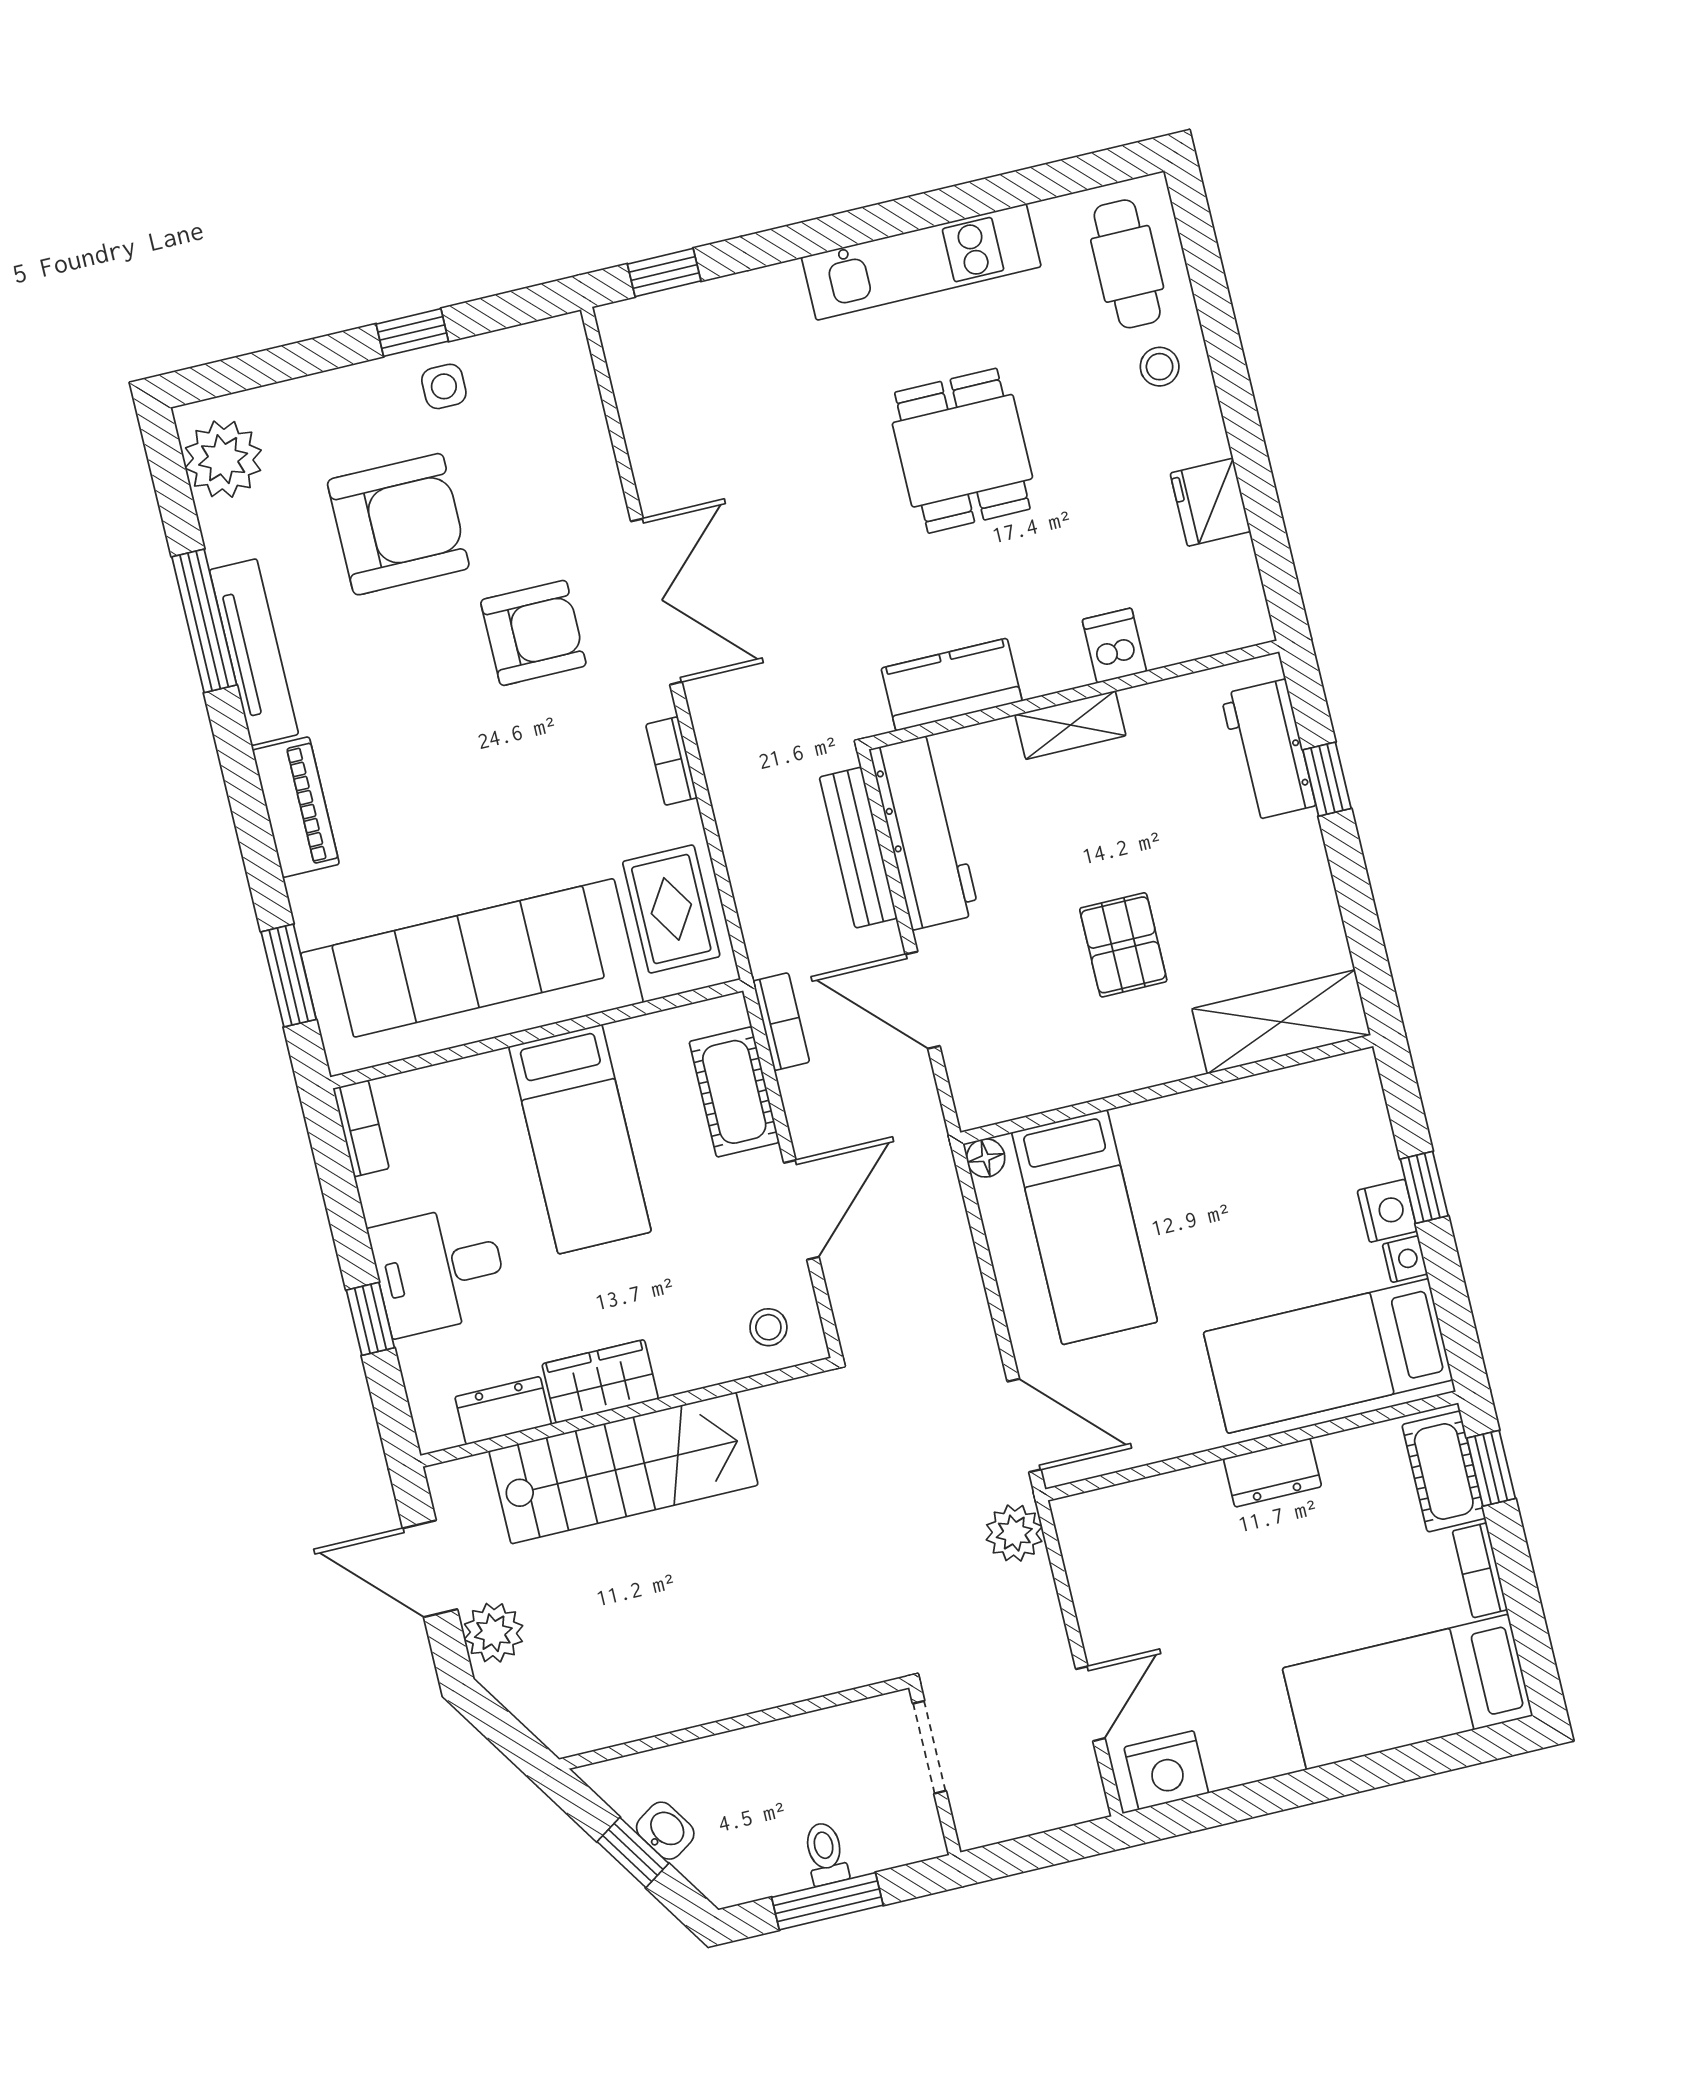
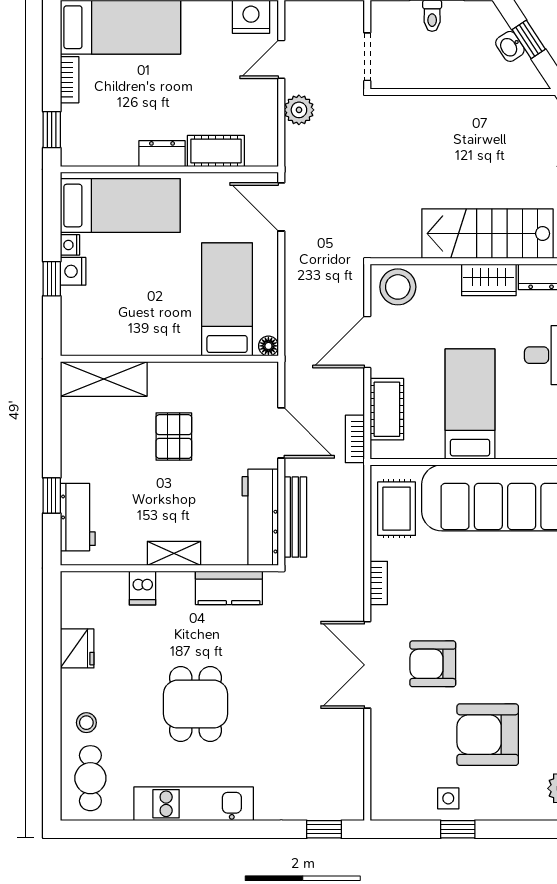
stool: (768, 1327) -> (398, 287), width x1.89, depth x1.89
cot: (1444, 1471) -> (216, 151), moved, turned 90
plant: (1014, 1533) -> (299, 110), moved

